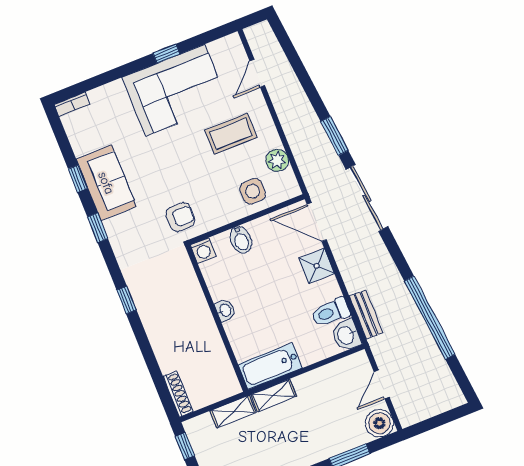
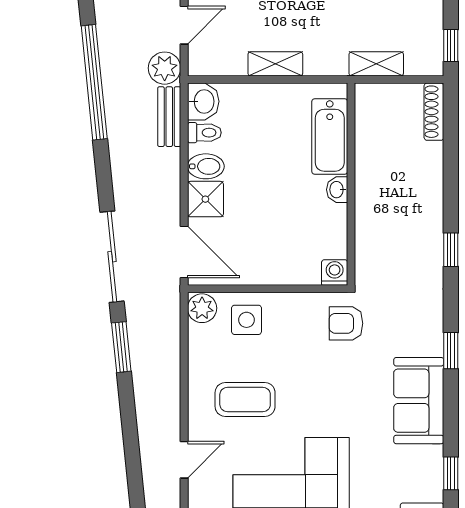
plant: (277, 160) -> (202, 308), moved
window: (78, 179) -> (451, 473), moved
bidet: (241, 240) -> (206, 166), moved, turned 90
toilet: (331, 312) -> (204, 133), width x0.73, depth x0.72
plant: (383, 348) -> (165, 68), added
bathtub: (270, 366) -> (330, 136), moved, turned 90
shelving: (274, 395) -> (275, 64), moved

